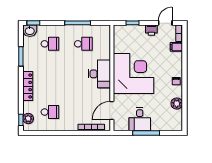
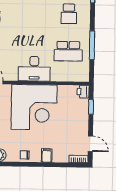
printer: (151, 30) -> (83, 92), moved
school desk: (83, 44) -> (68, 51), width x1.85
filing cabinet: (176, 47) -> (47, 155), moved

